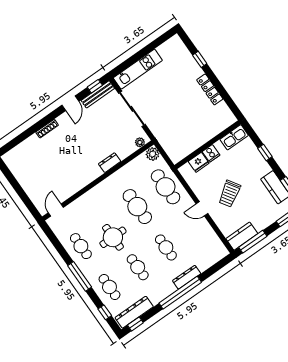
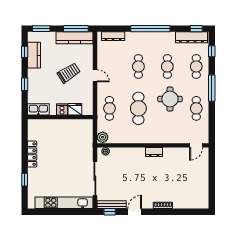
kitchen unit: (138, 69) -> (64, 203), width x1.36
dresser: (110, 163) -> (154, 152), moved
cafe table: (166, 187) -> (109, 108), width x0.73, depth x0.74
kitchen counter: (242, 236) -> (75, 38), width x1.50
dresser: (187, 277) -> (113, 36), moved

